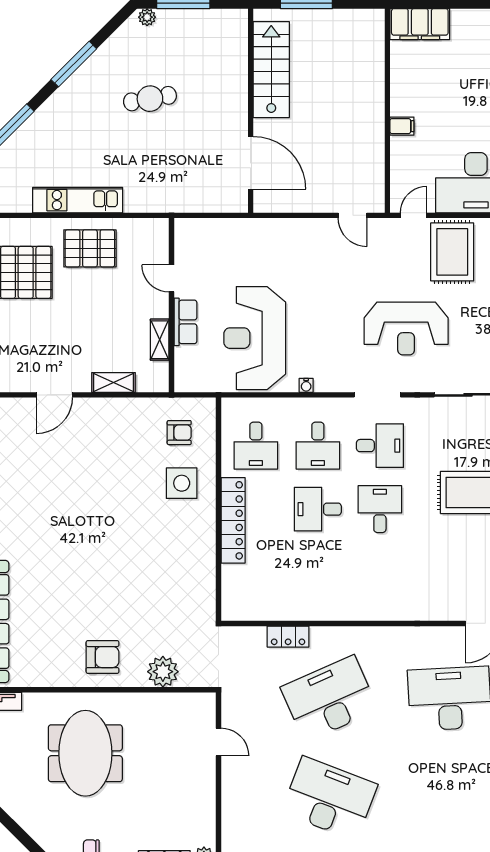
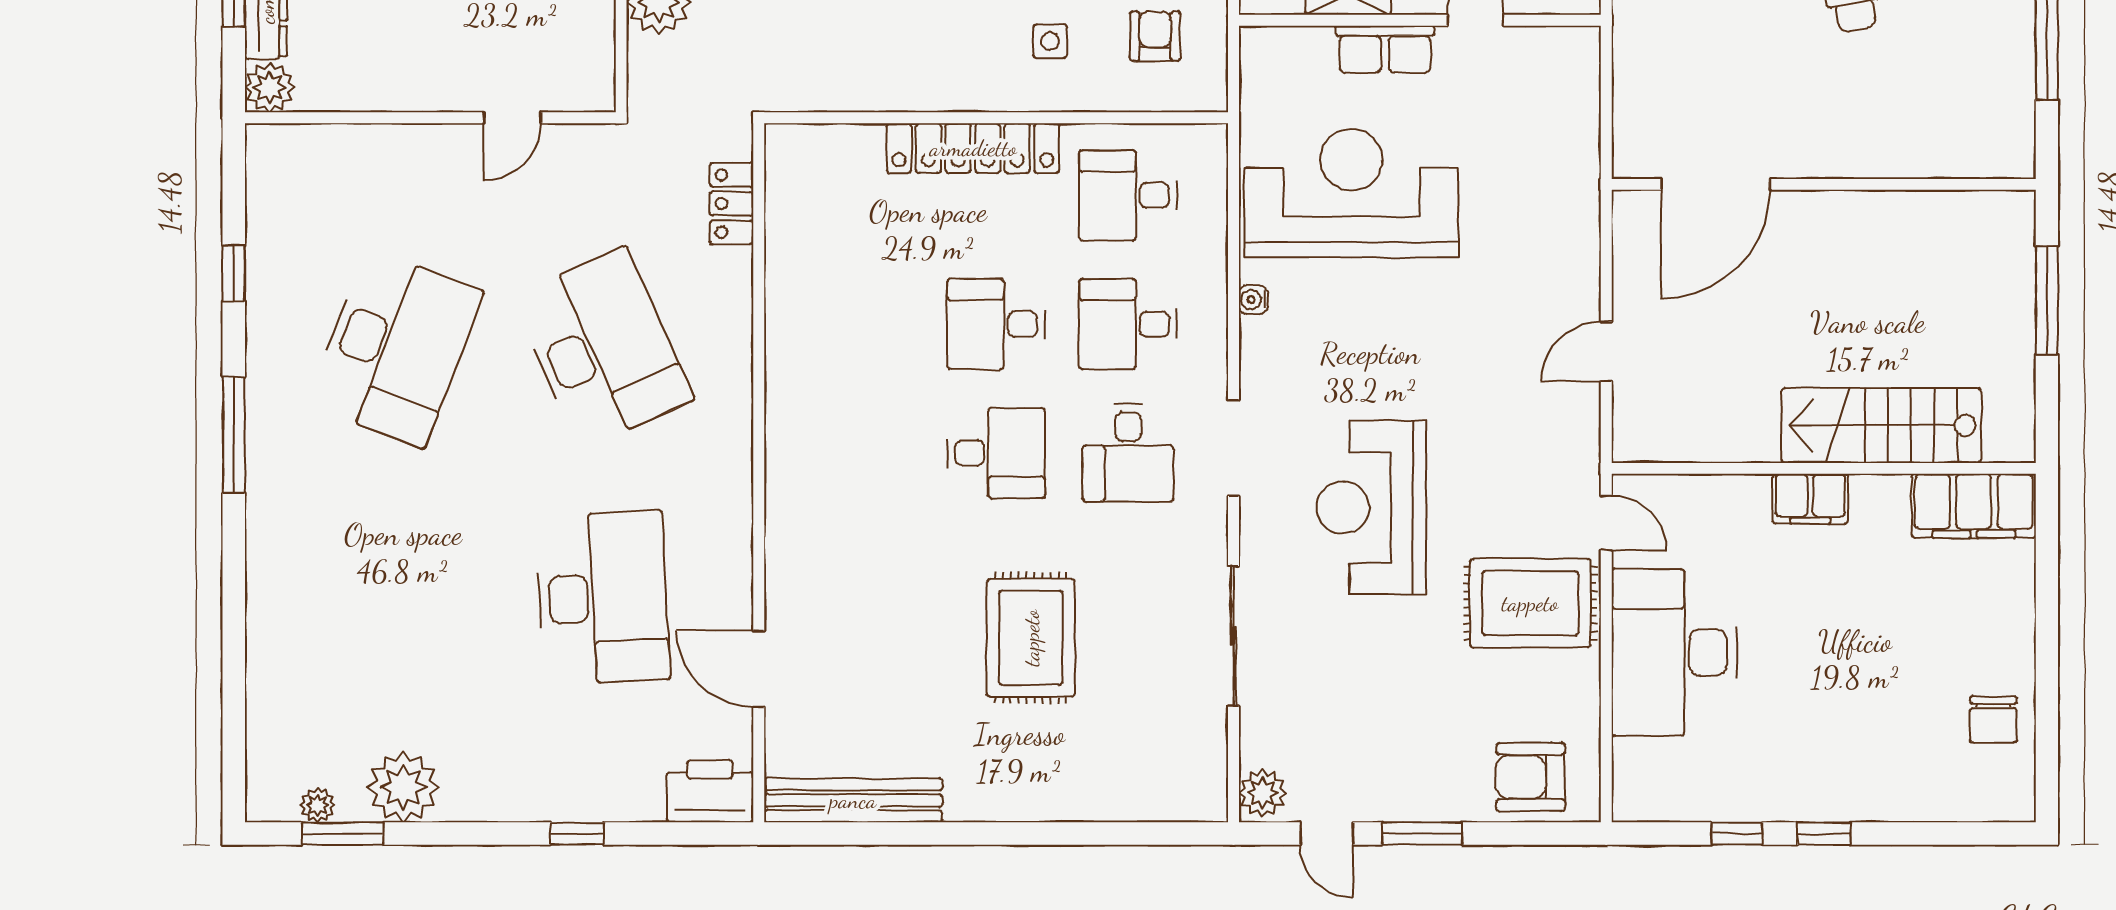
filing cabinet: (420, 24) -> (1974, 506), moved, turned -90
stairs: (271, 70) -> (1881, 425), moved, turned 180
filing cabinet: (402, 126) -> (1810, 499), width x2.00
door: (352, 215) -> (1606, 352), moved
armchair: (179, 433) -> (1155, 36), turned 180
side table: (182, 483) -> (1050, 41), width x0.54, depth x0.54
desk: (318, 509) -> (996, 324), turned -90
locker: (288, 637) -> (732, 204), moved

